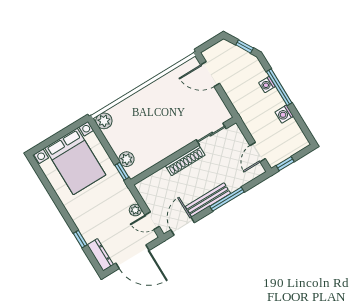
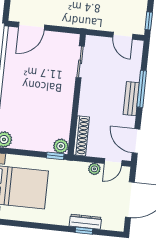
plant: (127, 159) -> (61, 146), moved
shoe rack: (185, 160) -> (81, 136), moved
bench: (208, 200) -> (131, 99), width x0.73
dresser: (100, 255) -> (85, 222), moved

